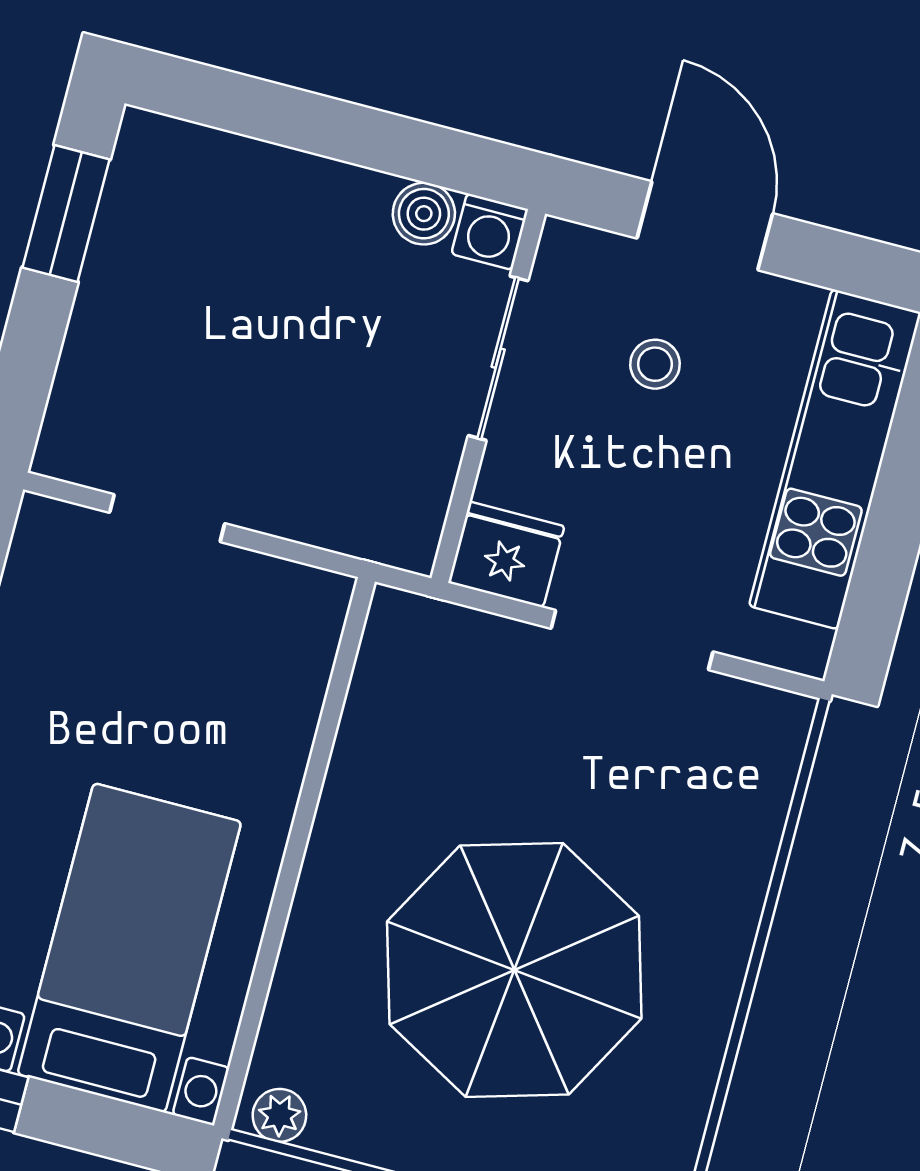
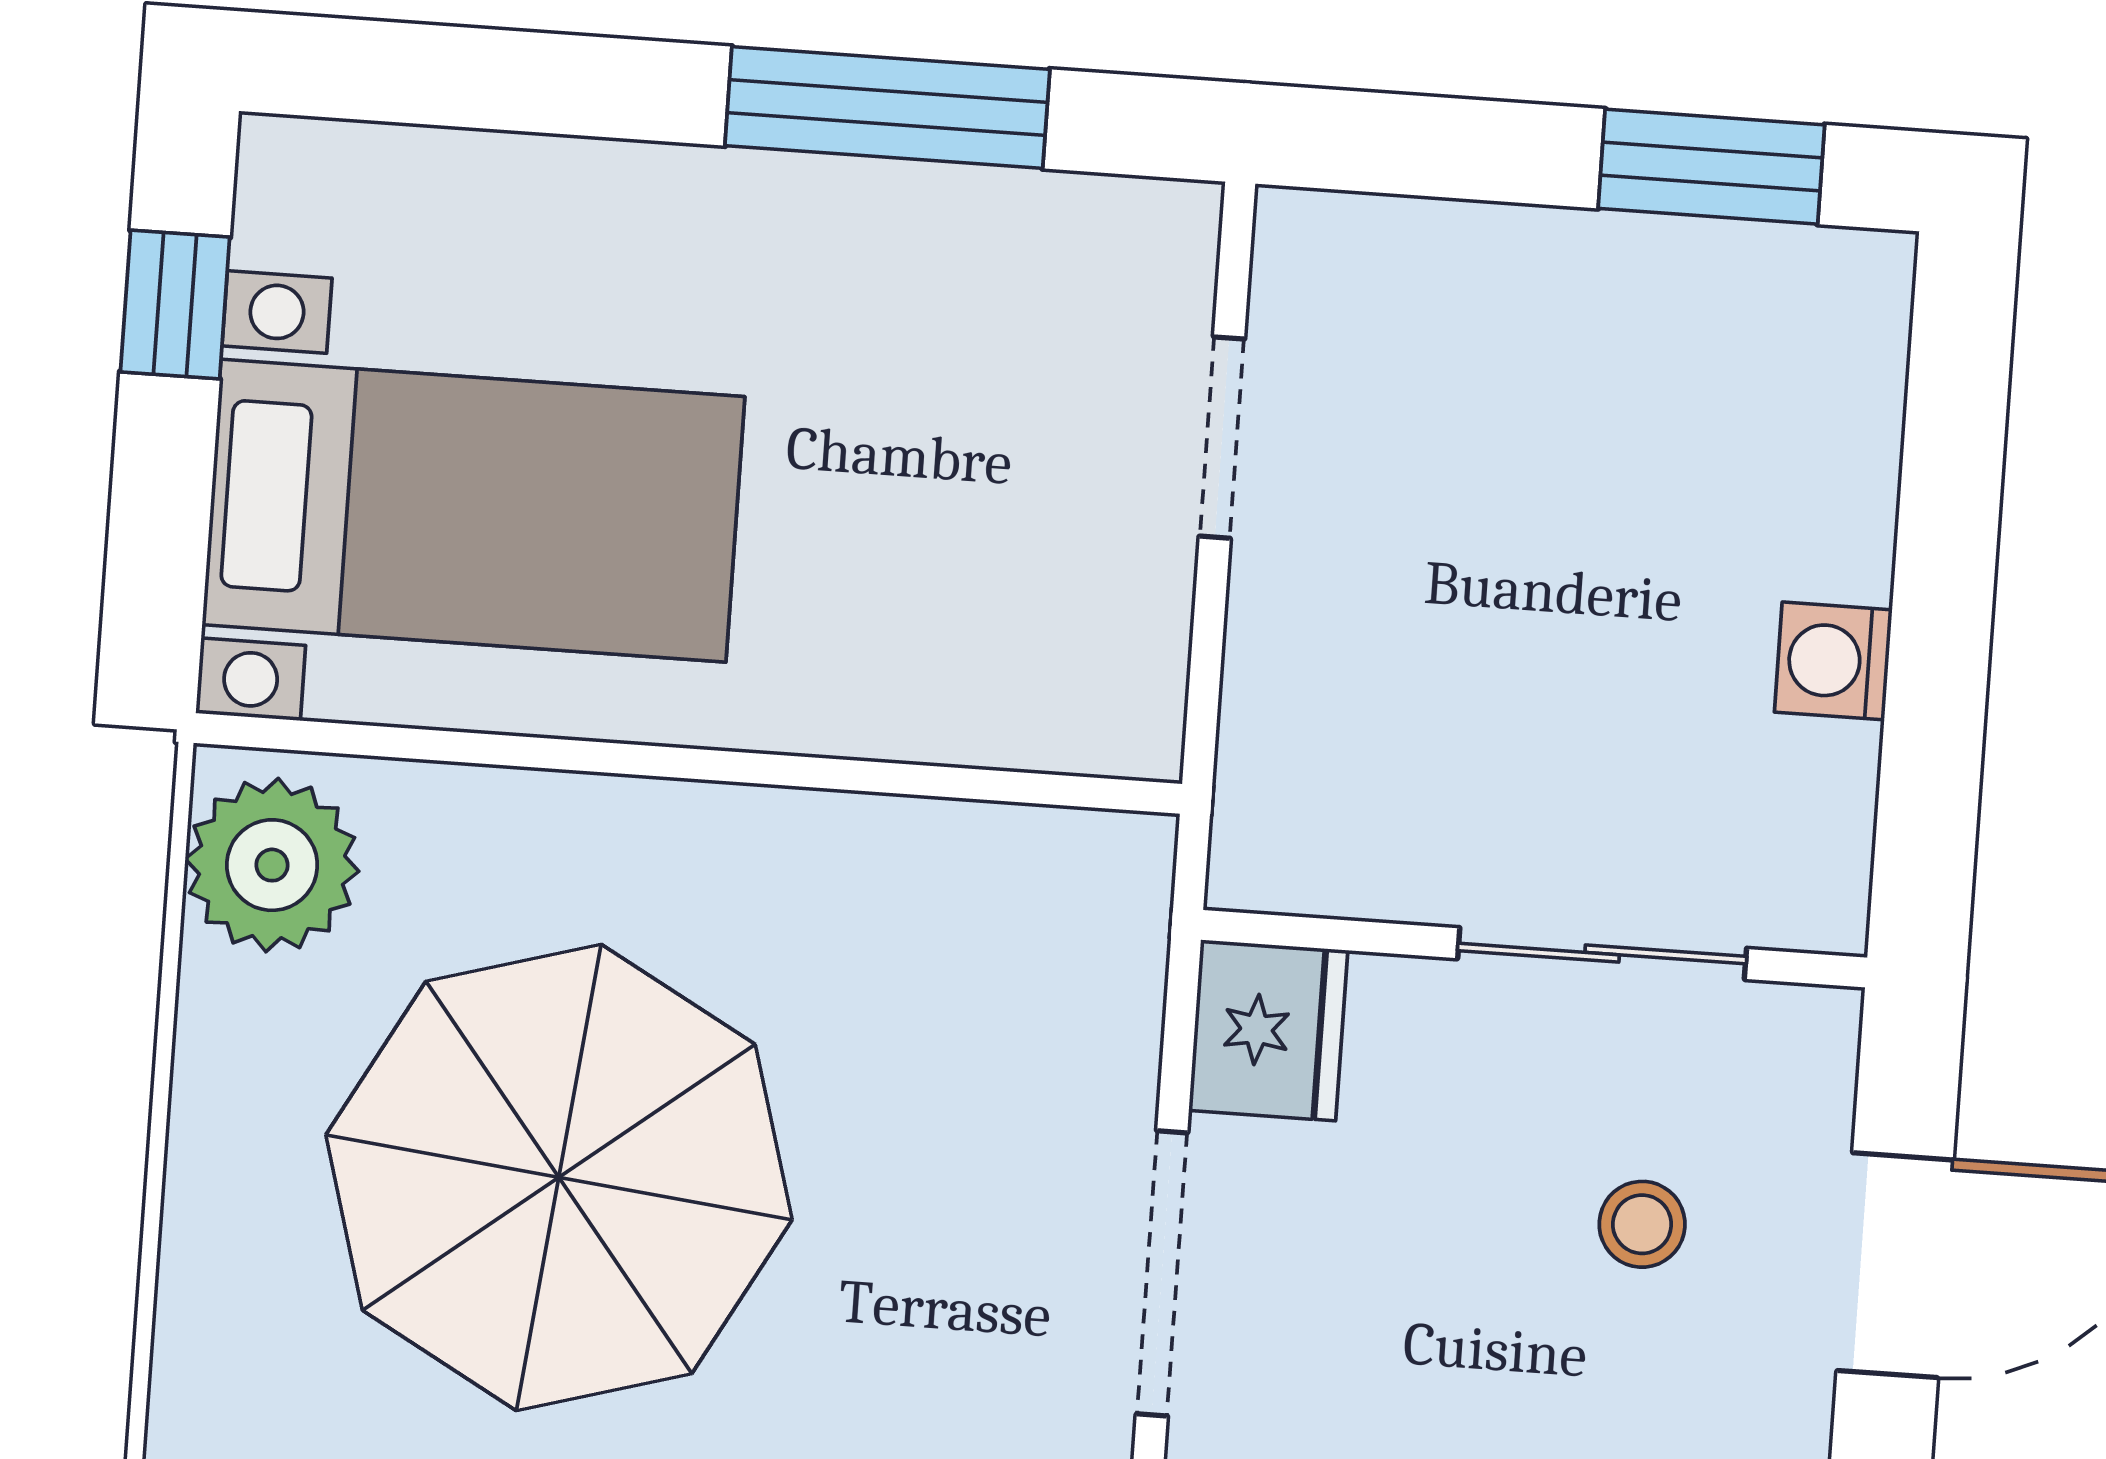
boiler: (424, 214) -> (1826, 780), removed
washing machine: (490, 232) -> (1833, 661), moved
plant: (279, 1115) -> (272, 865), width x1.87, depth x1.87

